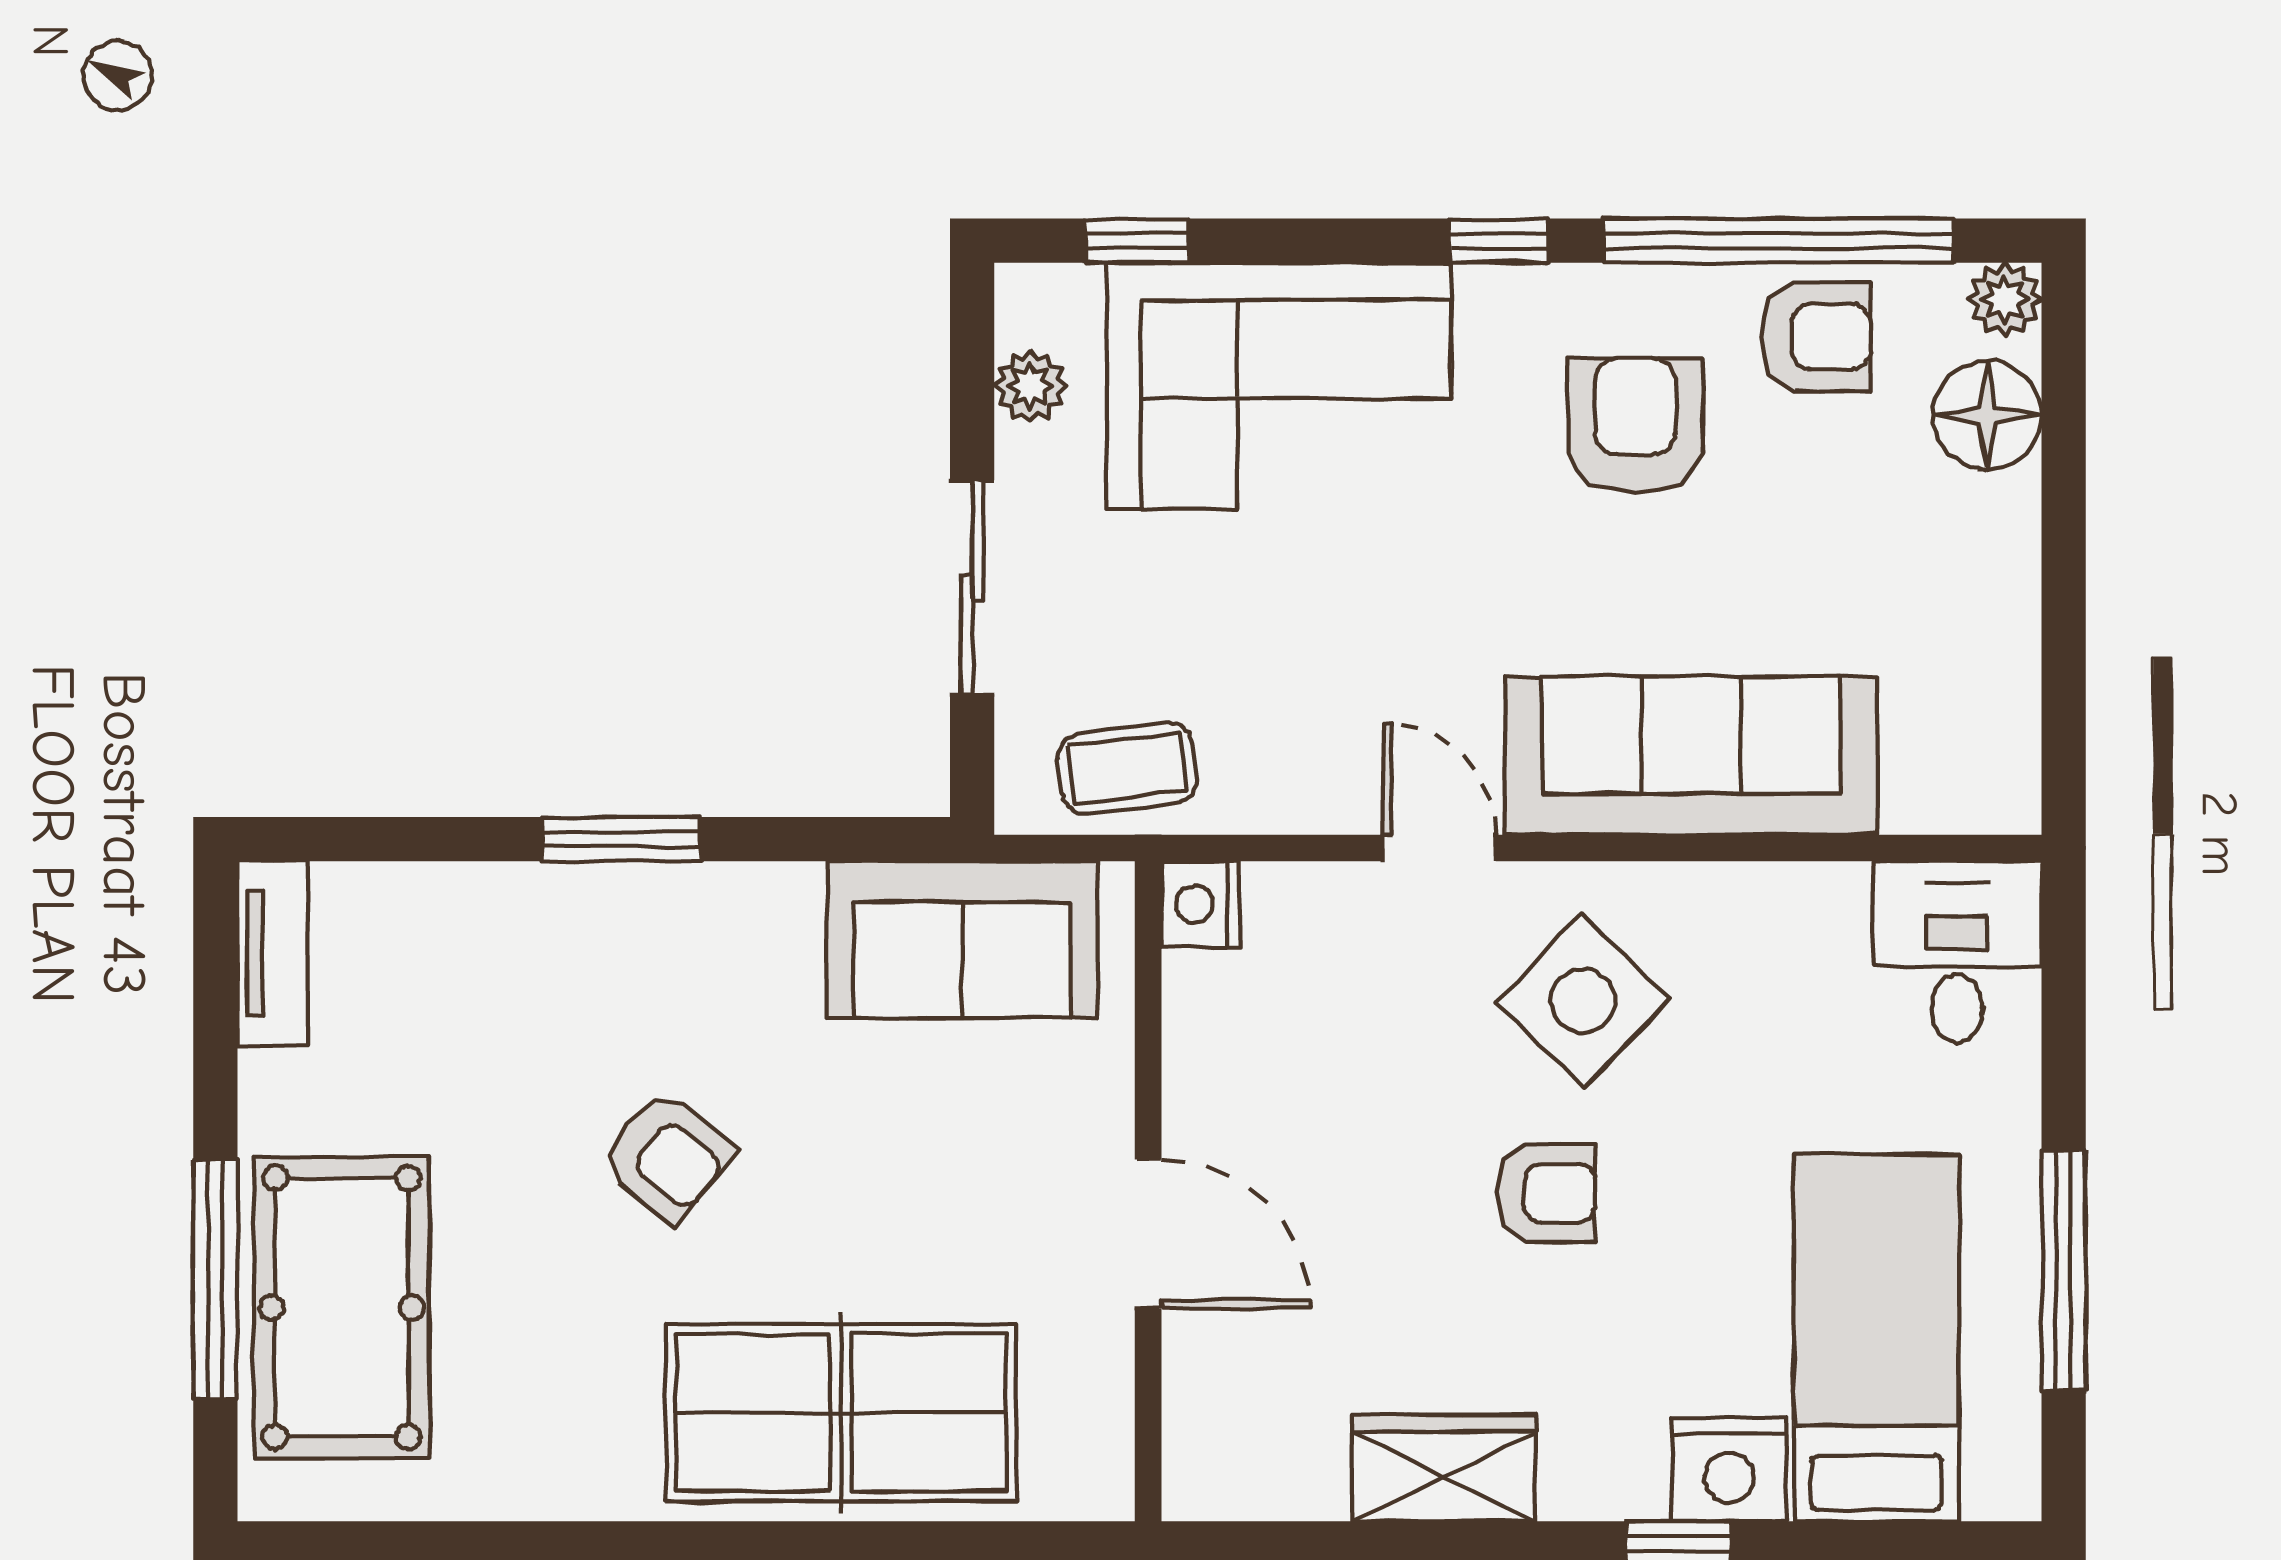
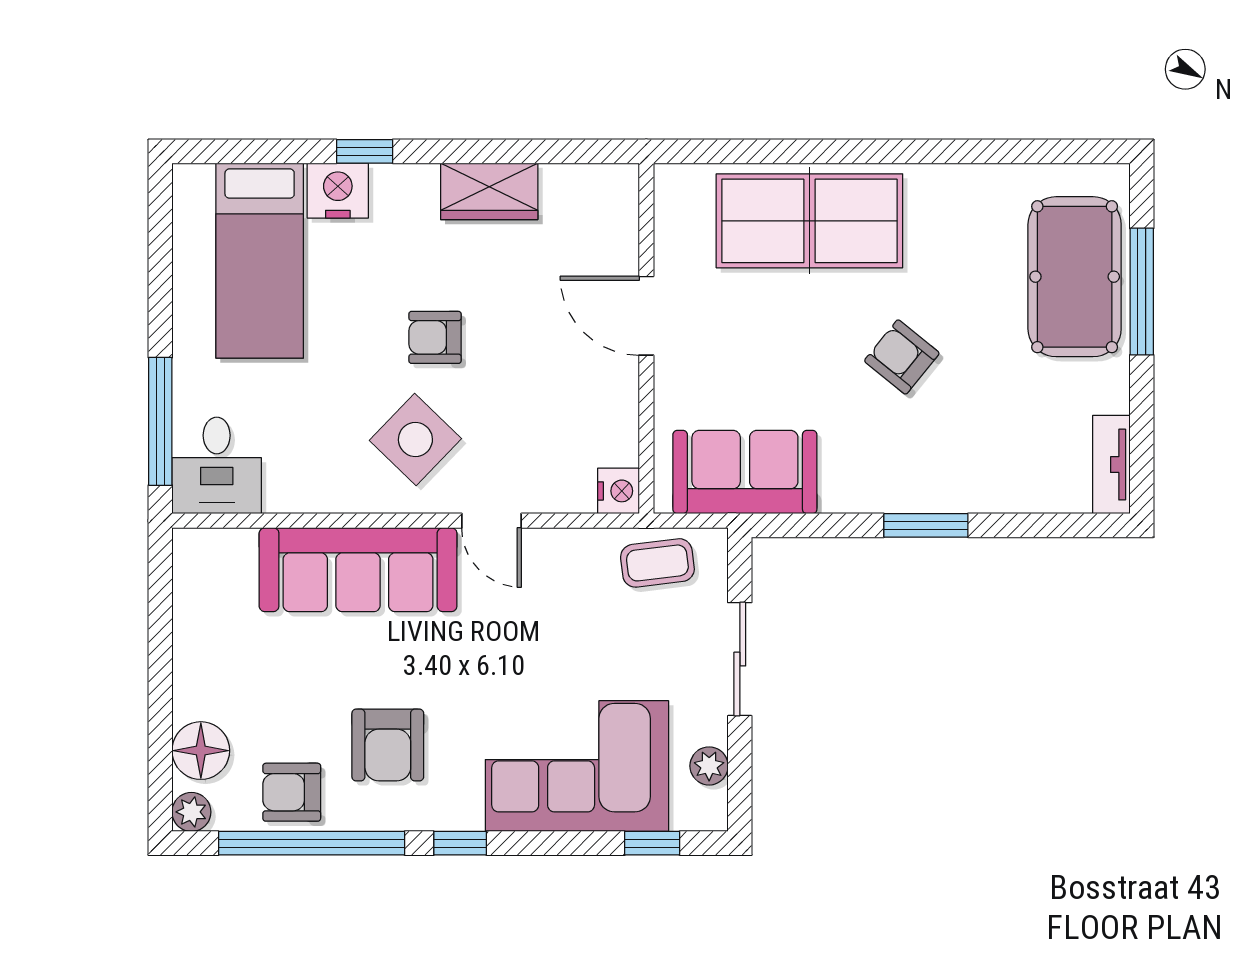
window: (2064, 1270) -> (160, 421), moved

